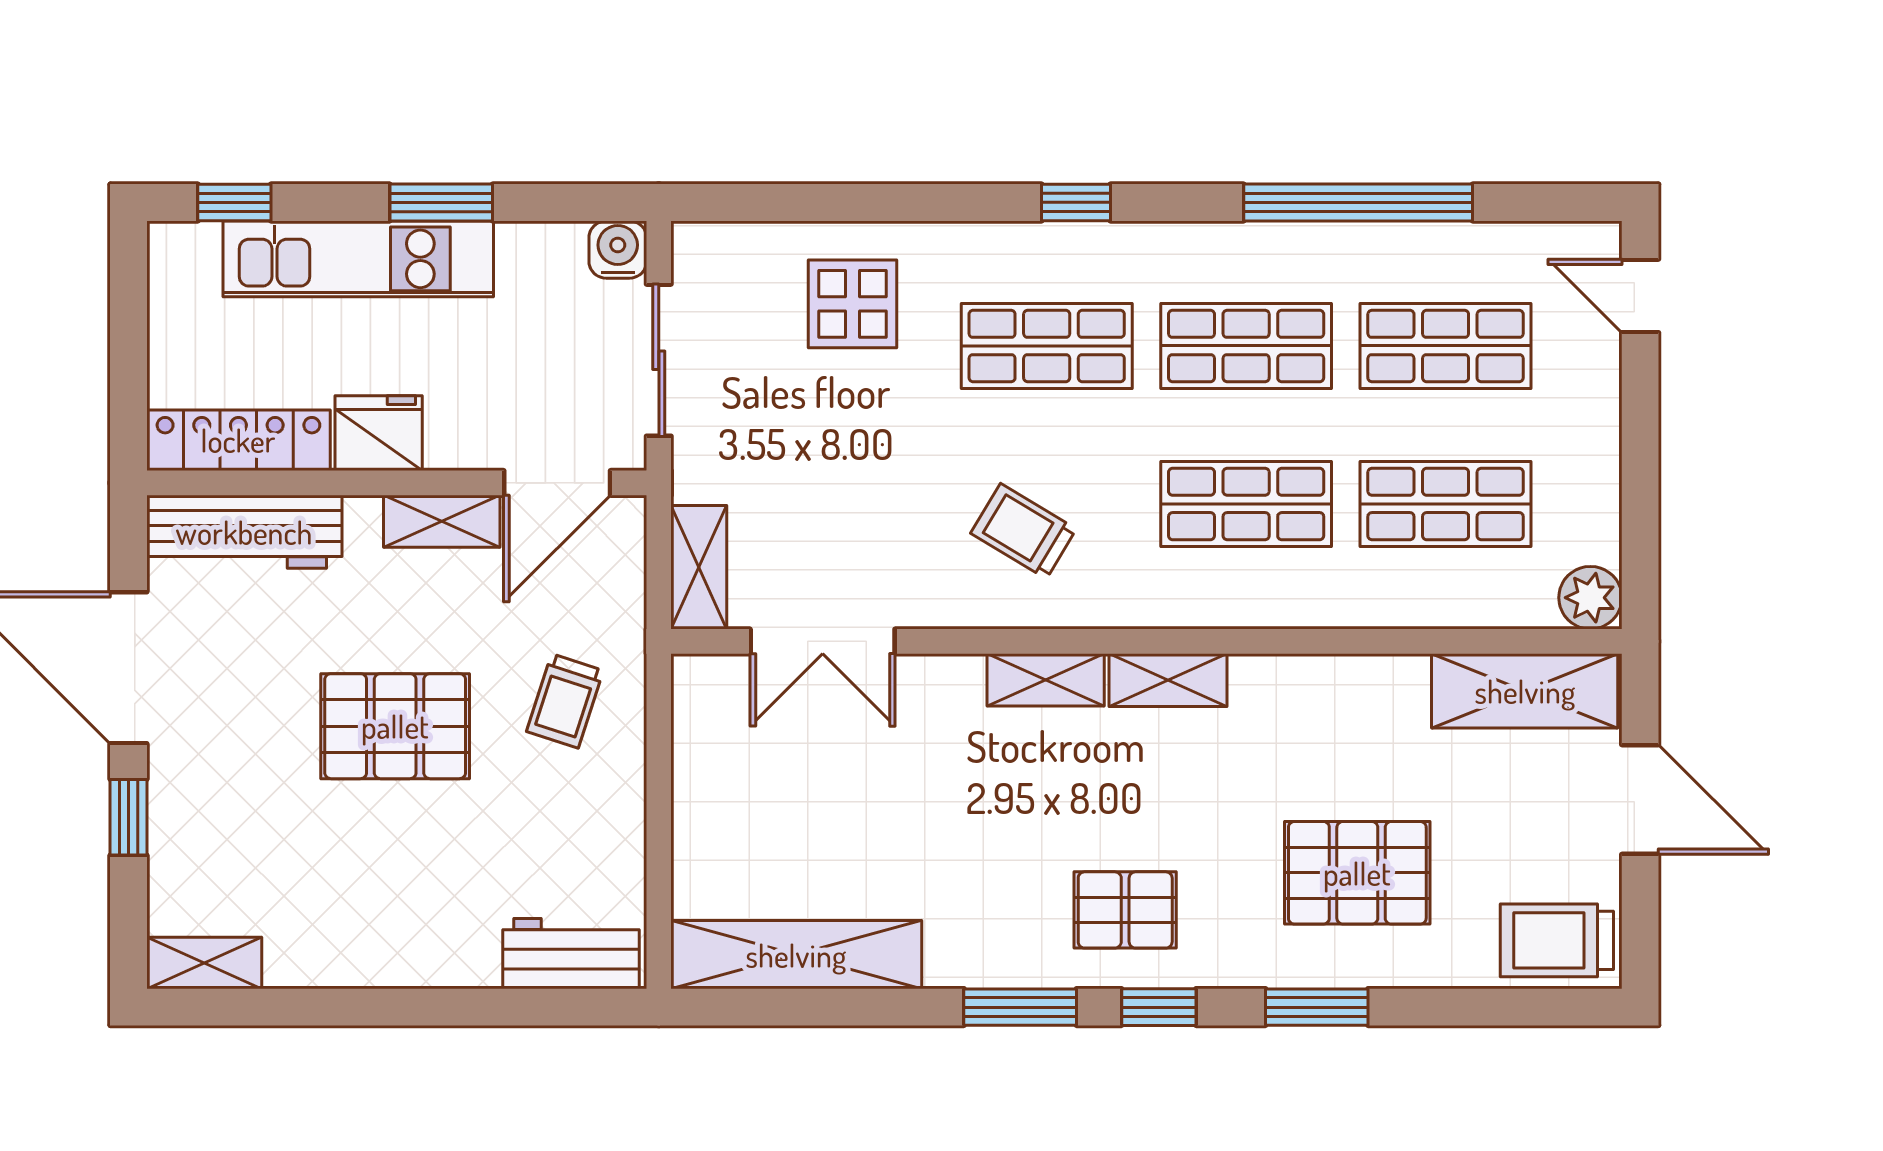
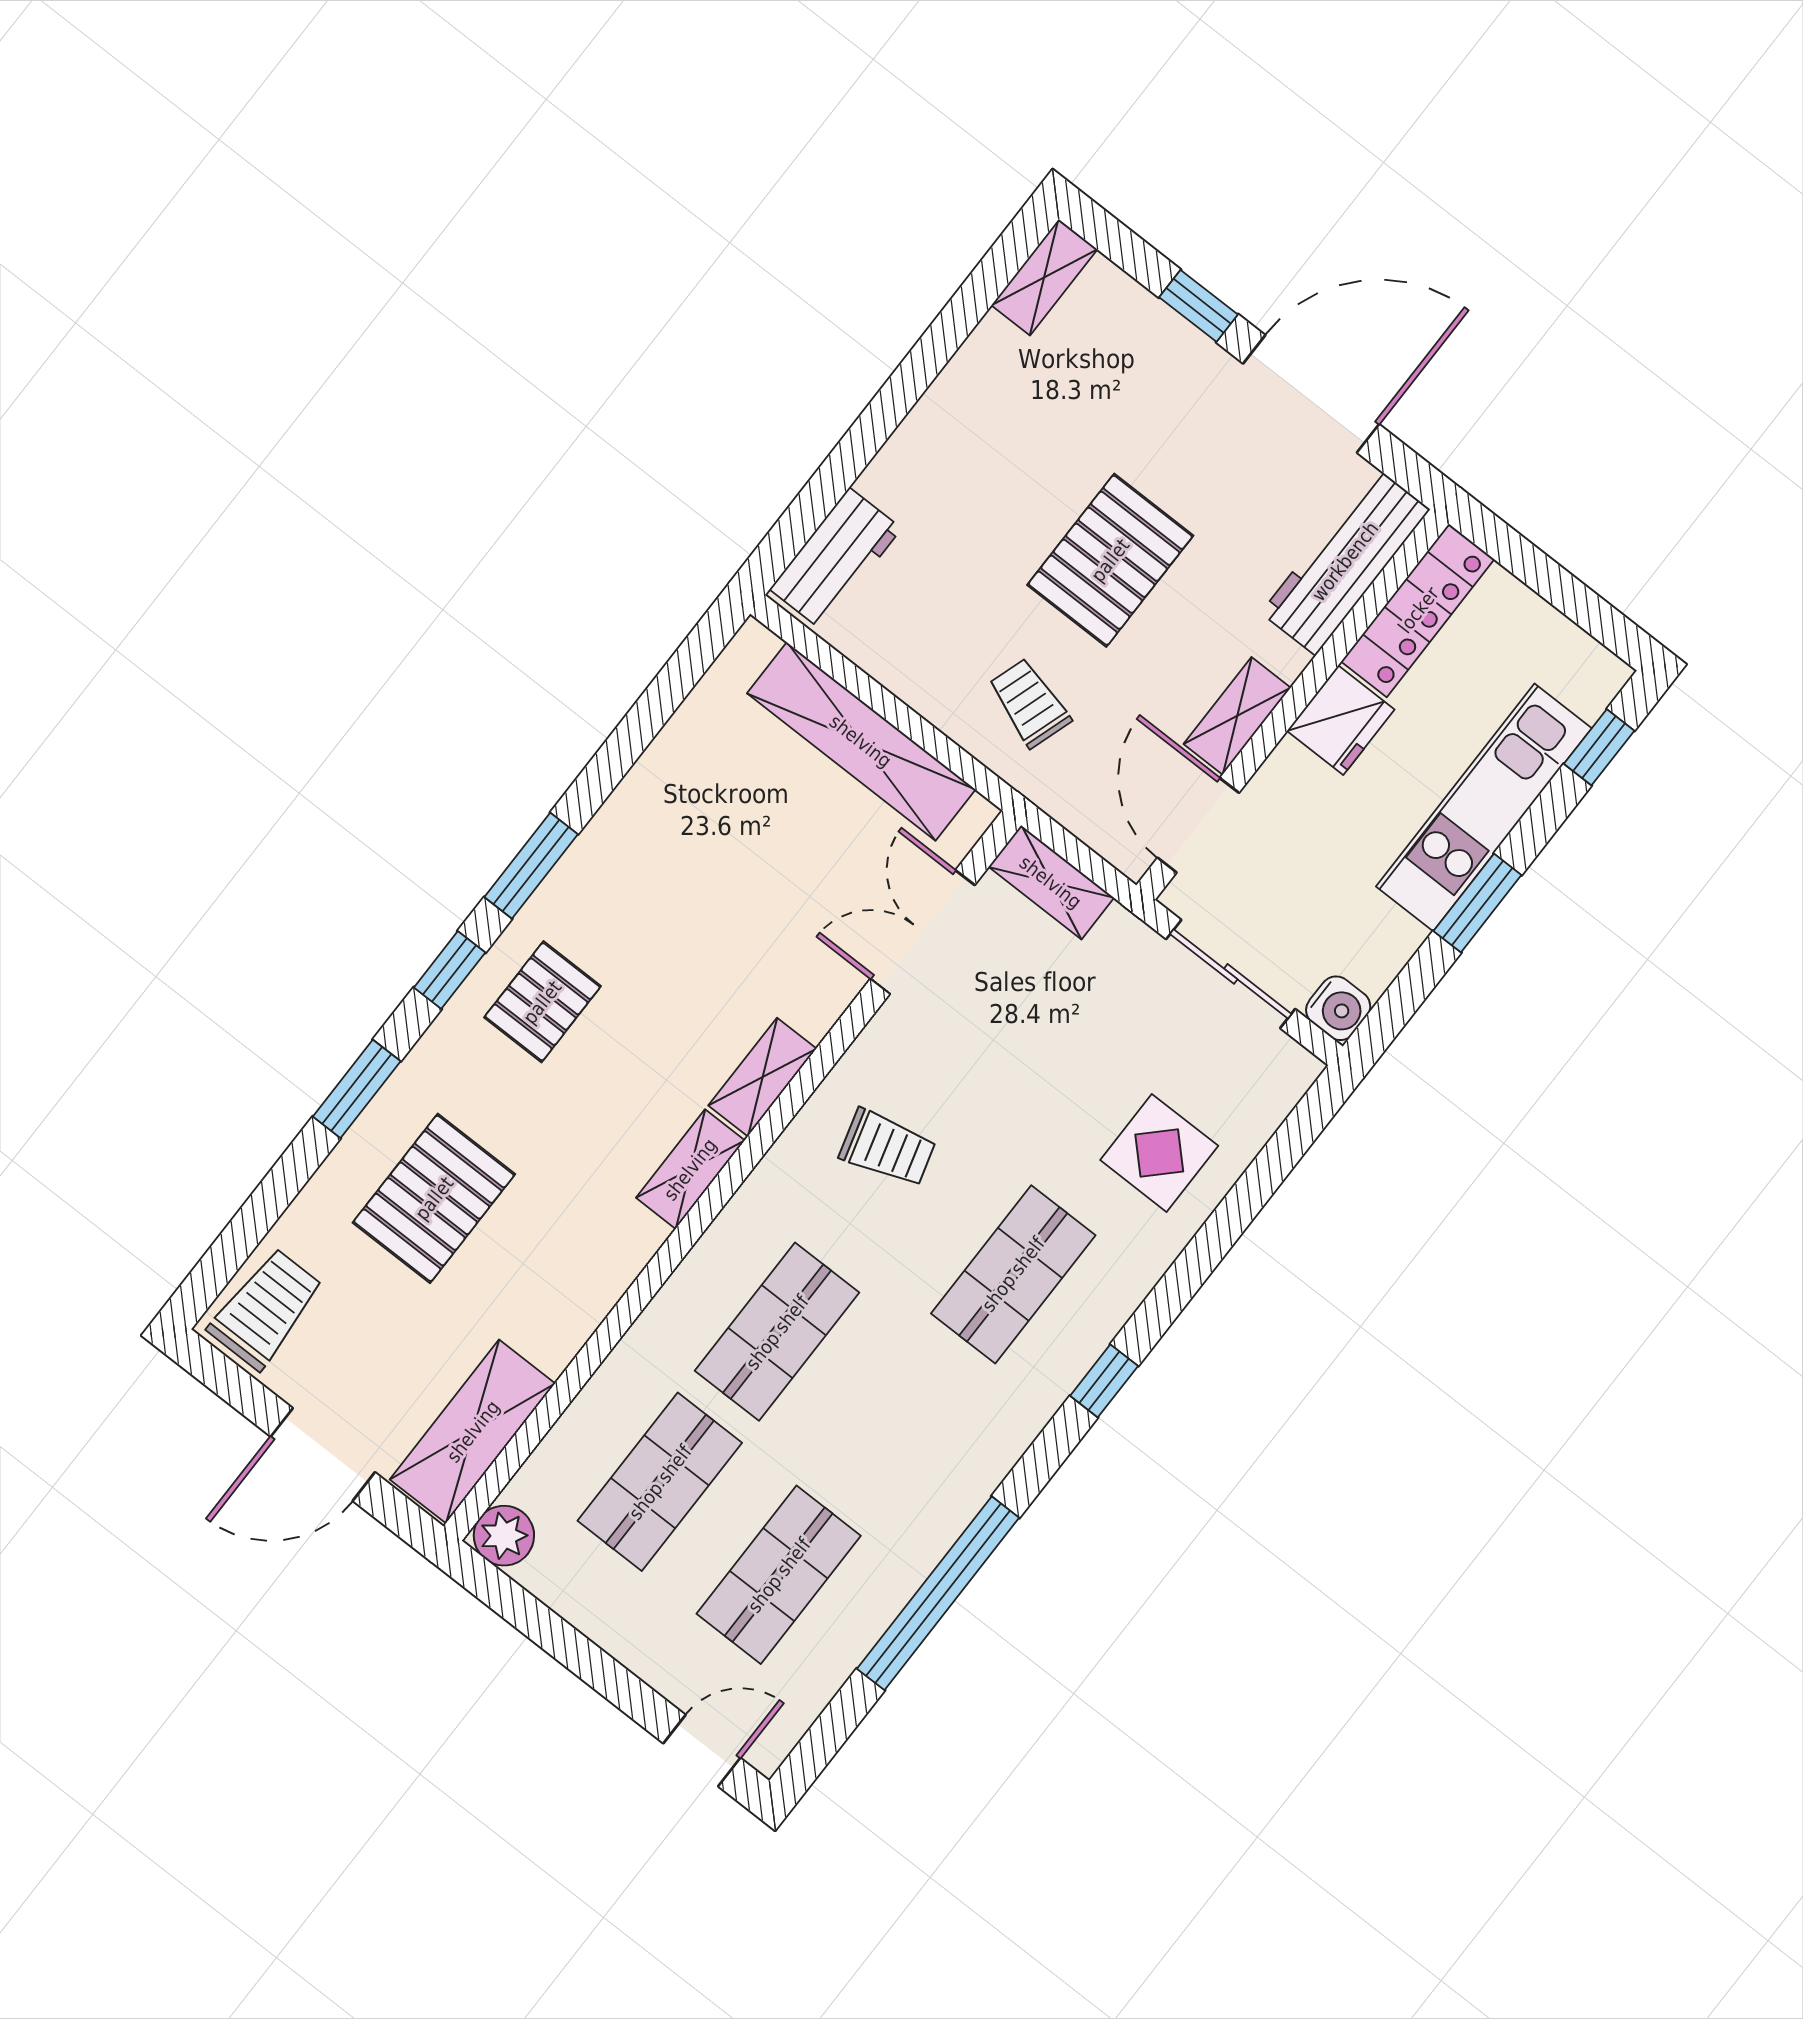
shop shelf: (1246, 346) -> (896, 1425), removed
trolley: (1023, 531) -> (888, 1148), turned 43
shelving: (796, 955) -> (861, 741), moved, turned 90

